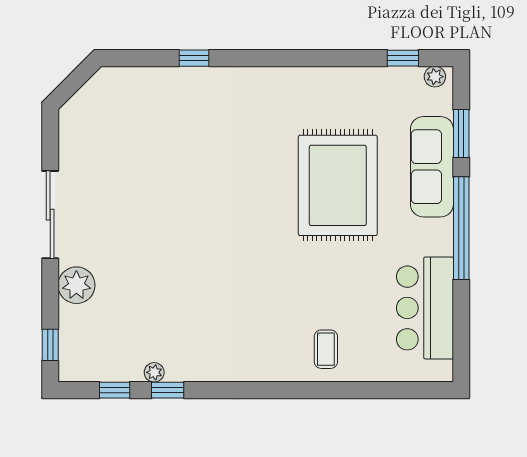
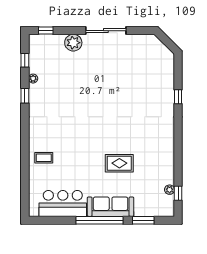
plant: (435, 77) -> (170, 190), moved
sofa: (432, 167) -> (111, 207), moved
rug: (338, 185) -> (119, 163), width x0.54, depth x0.49
window: (168, 390) -> (25, 96), moved

